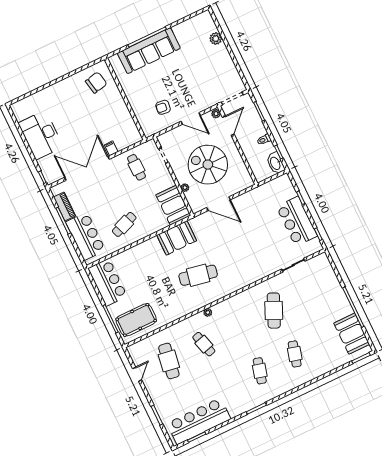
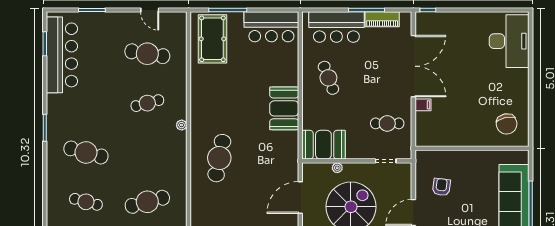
desk: (41, 135) -> (509, 41), moved, turned 90
booth: (177, 238) -> (284, 108), moved
cafe table: (198, 275) -> (219, 158), moved
cafe table: (274, 311) -> (147, 202), turned -39
cafe table: (260, 371) -> (86, 152), width x1.37, depth x1.35

